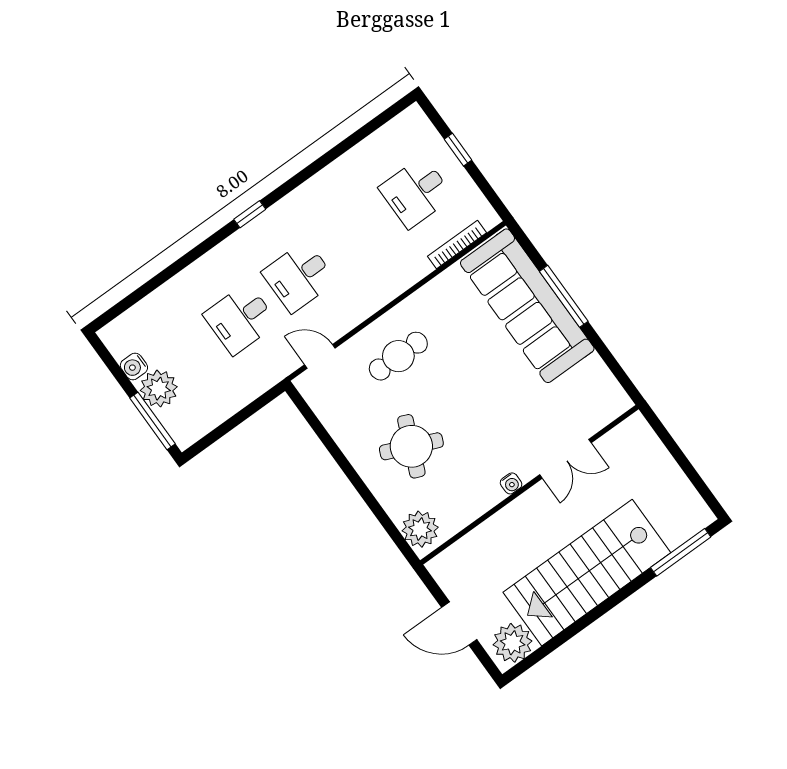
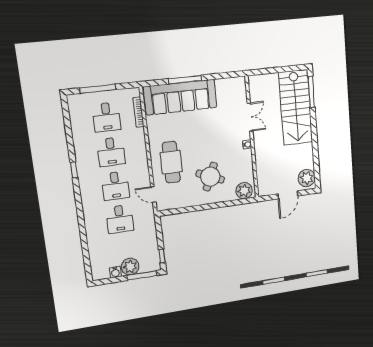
window: (458, 150) -> (98, 89), width x2.17
window: (250, 214) -> (74, 170), moved
desk: (357, 234) -> (111, 152), added
door: (320, 356) -> (153, 194), hinge flipped
cafe table: (398, 356) -> (171, 162), width x1.37, depth x1.35
window: (210, 439) -> (162, 256), added
stairs: (587, 573) -> (296, 108), moved

